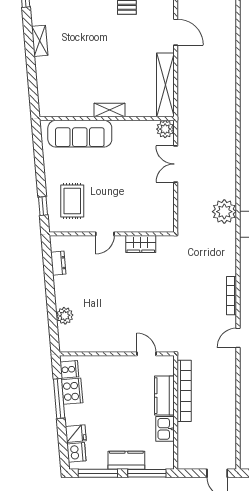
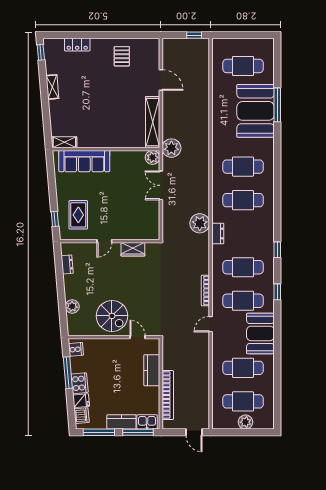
shelving: (109, 110) -> (64, 142), moved
plant: (189, 117) -> (171, 148), added
spiral stairs: (114, 328) -> (112, 316), added
cooker: (72, 391) -> (80, 383), moved
bookcase: (184, 391) -> (168, 395), moved
kitchen sink: (165, 429) -> (147, 422), moved, turned 90

